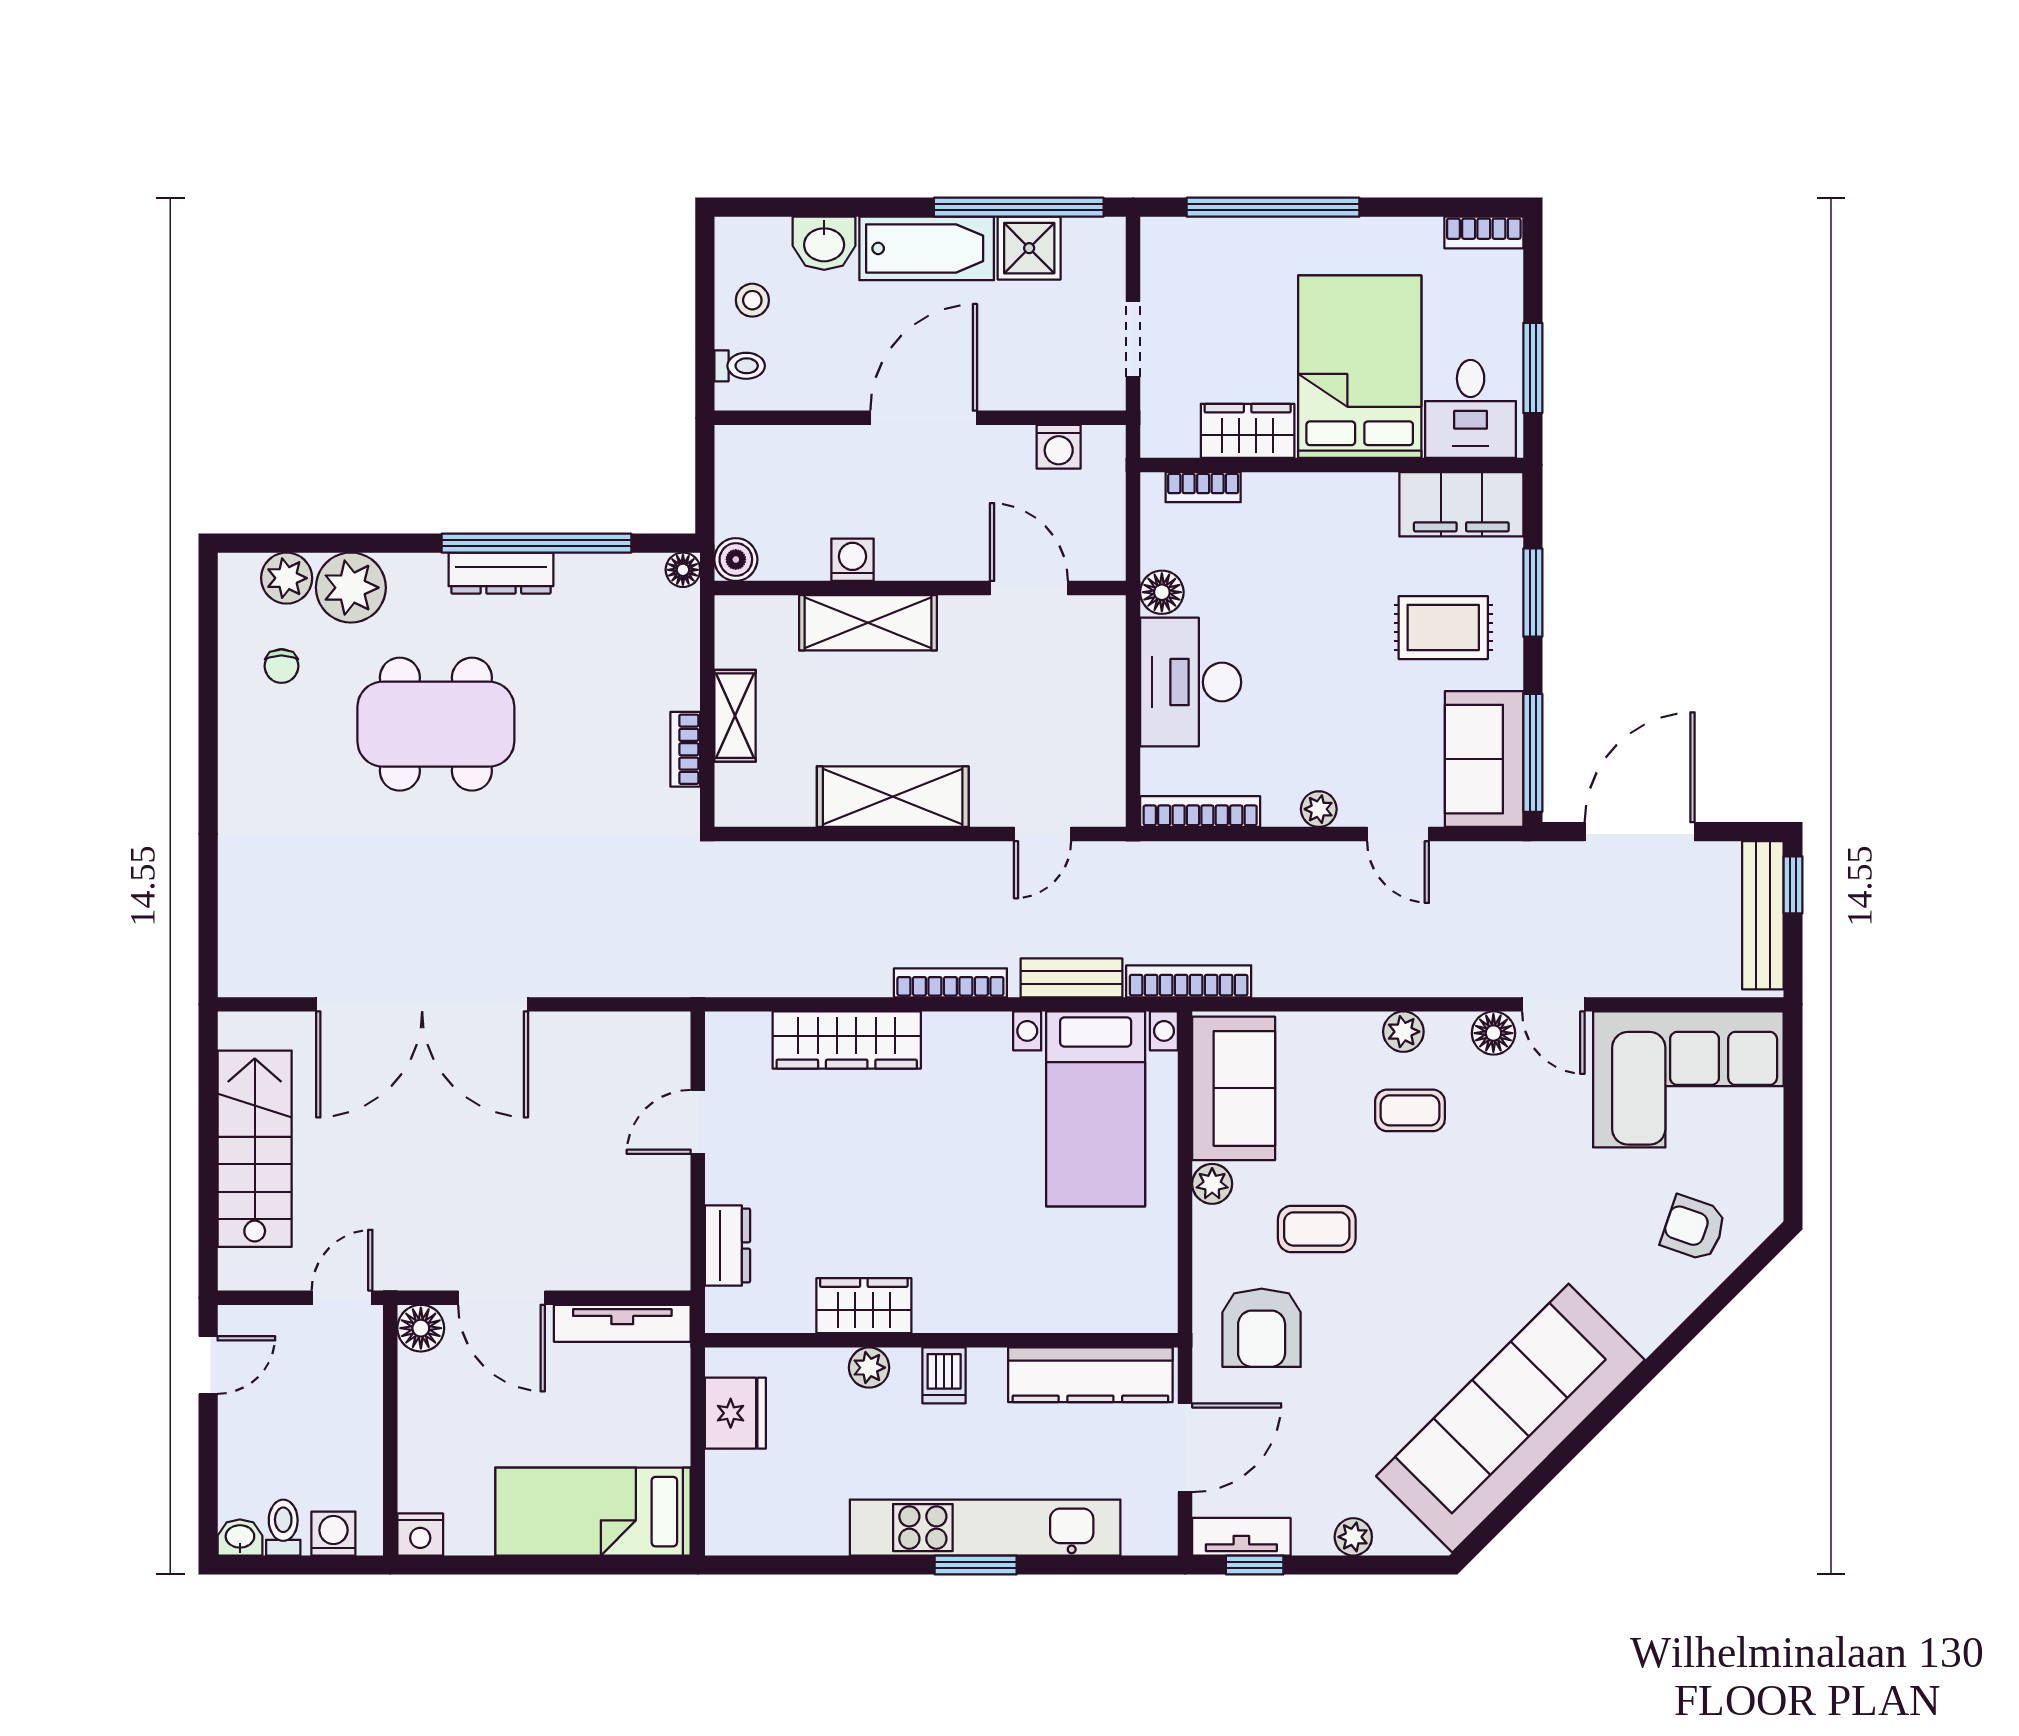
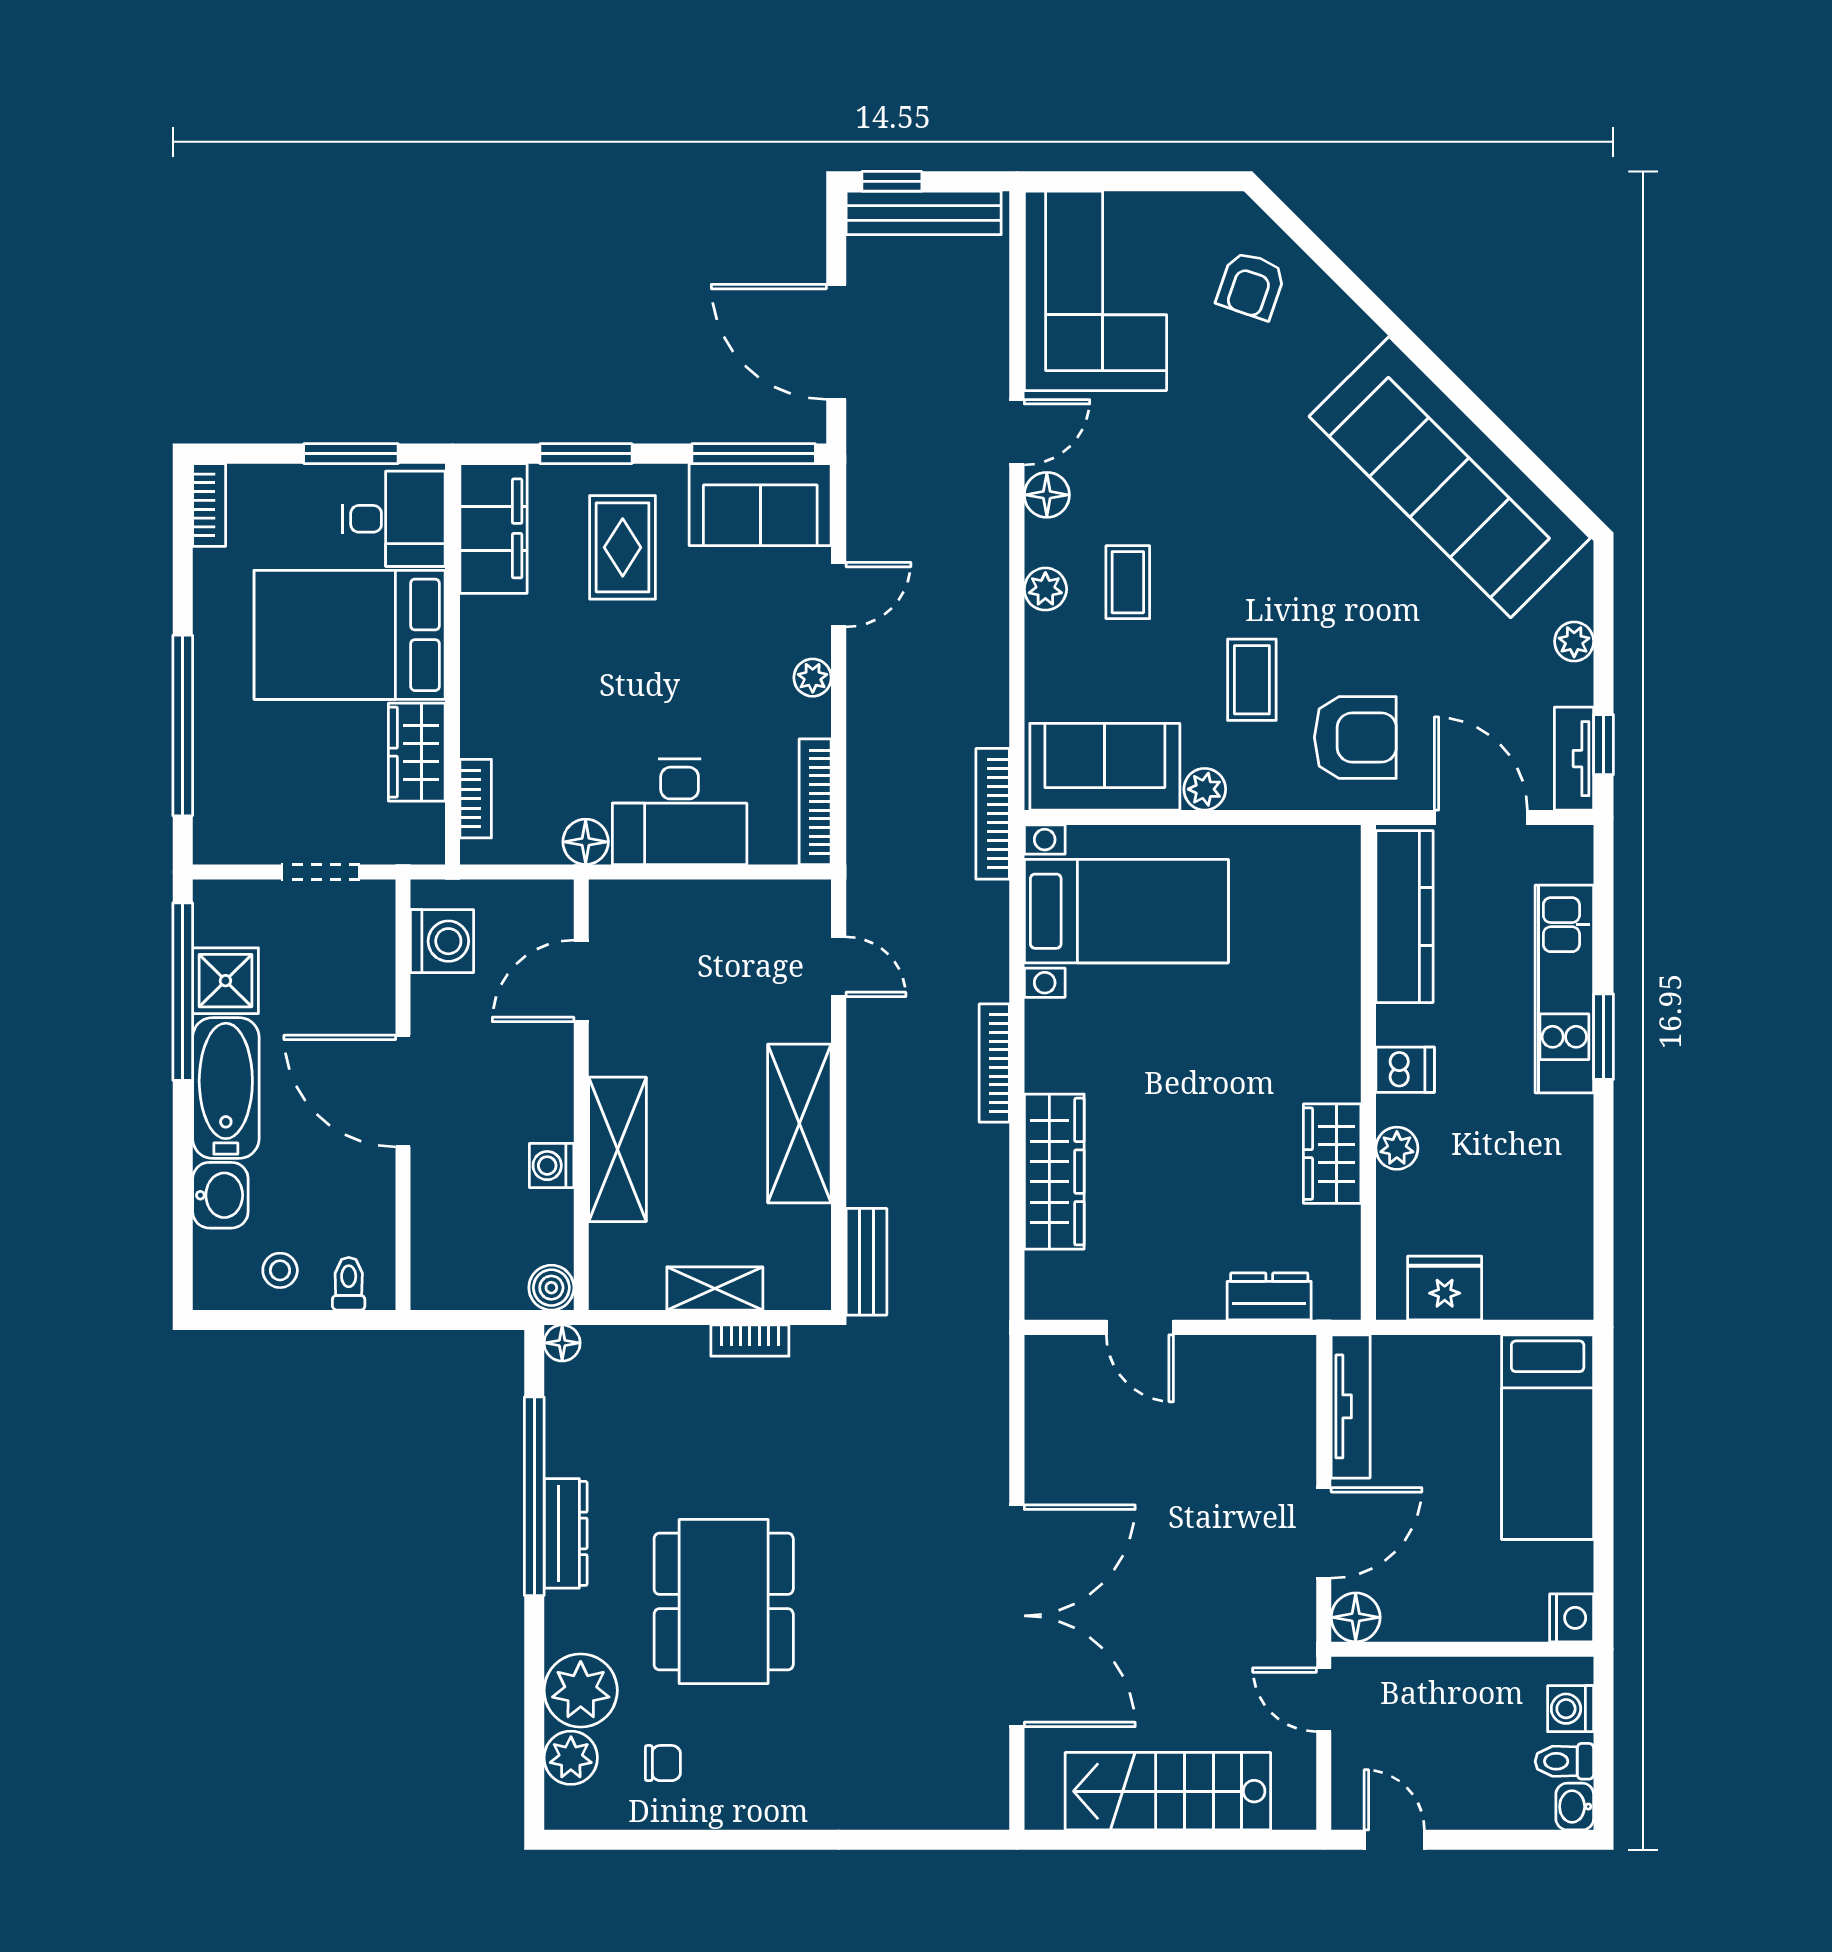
washing machine: (1059, 447) -> (442, 941), width x1.38, depth x1.38
bench: (1071, 978) -> (866, 1262), moved
kitchen unit: (985, 1528) -> (1564, 989), width x0.73

